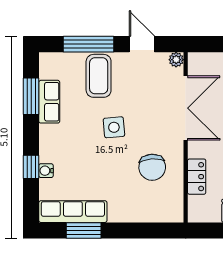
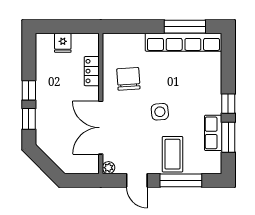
window: (31, 167) -> (228, 104), moved
water cooler: (46, 171) -> (216, 76), removed
row of seats: (73, 212) -> (184, 42), width x1.36
window: (84, 230) -> (185, 27), width x1.44

